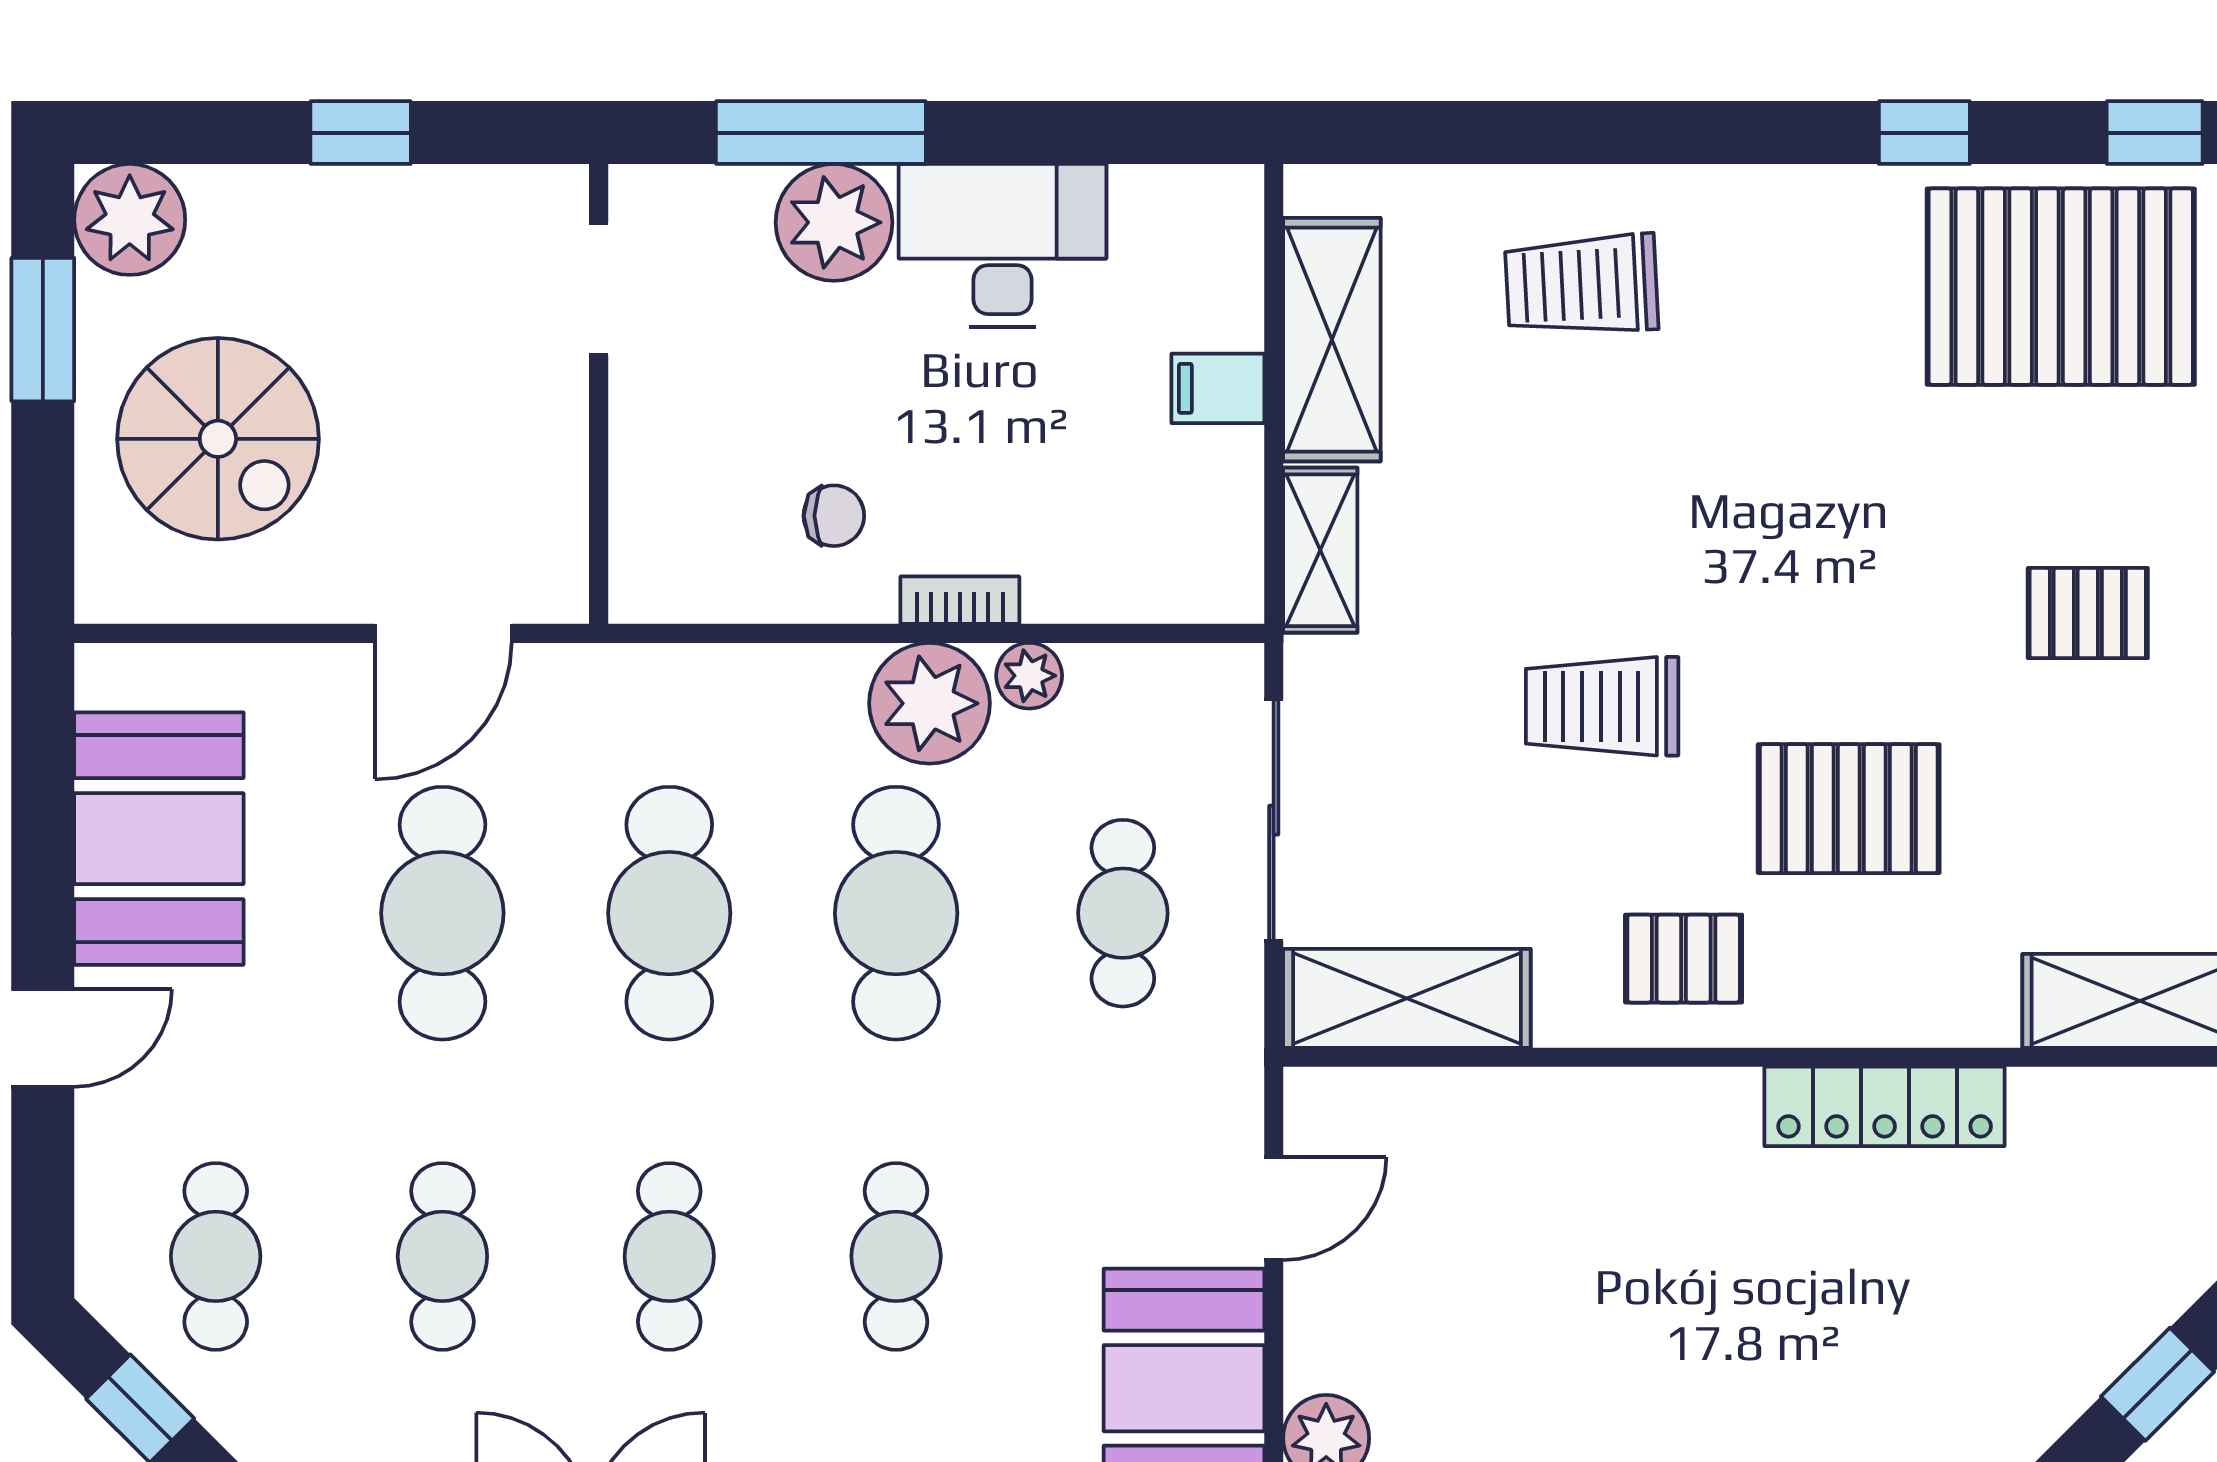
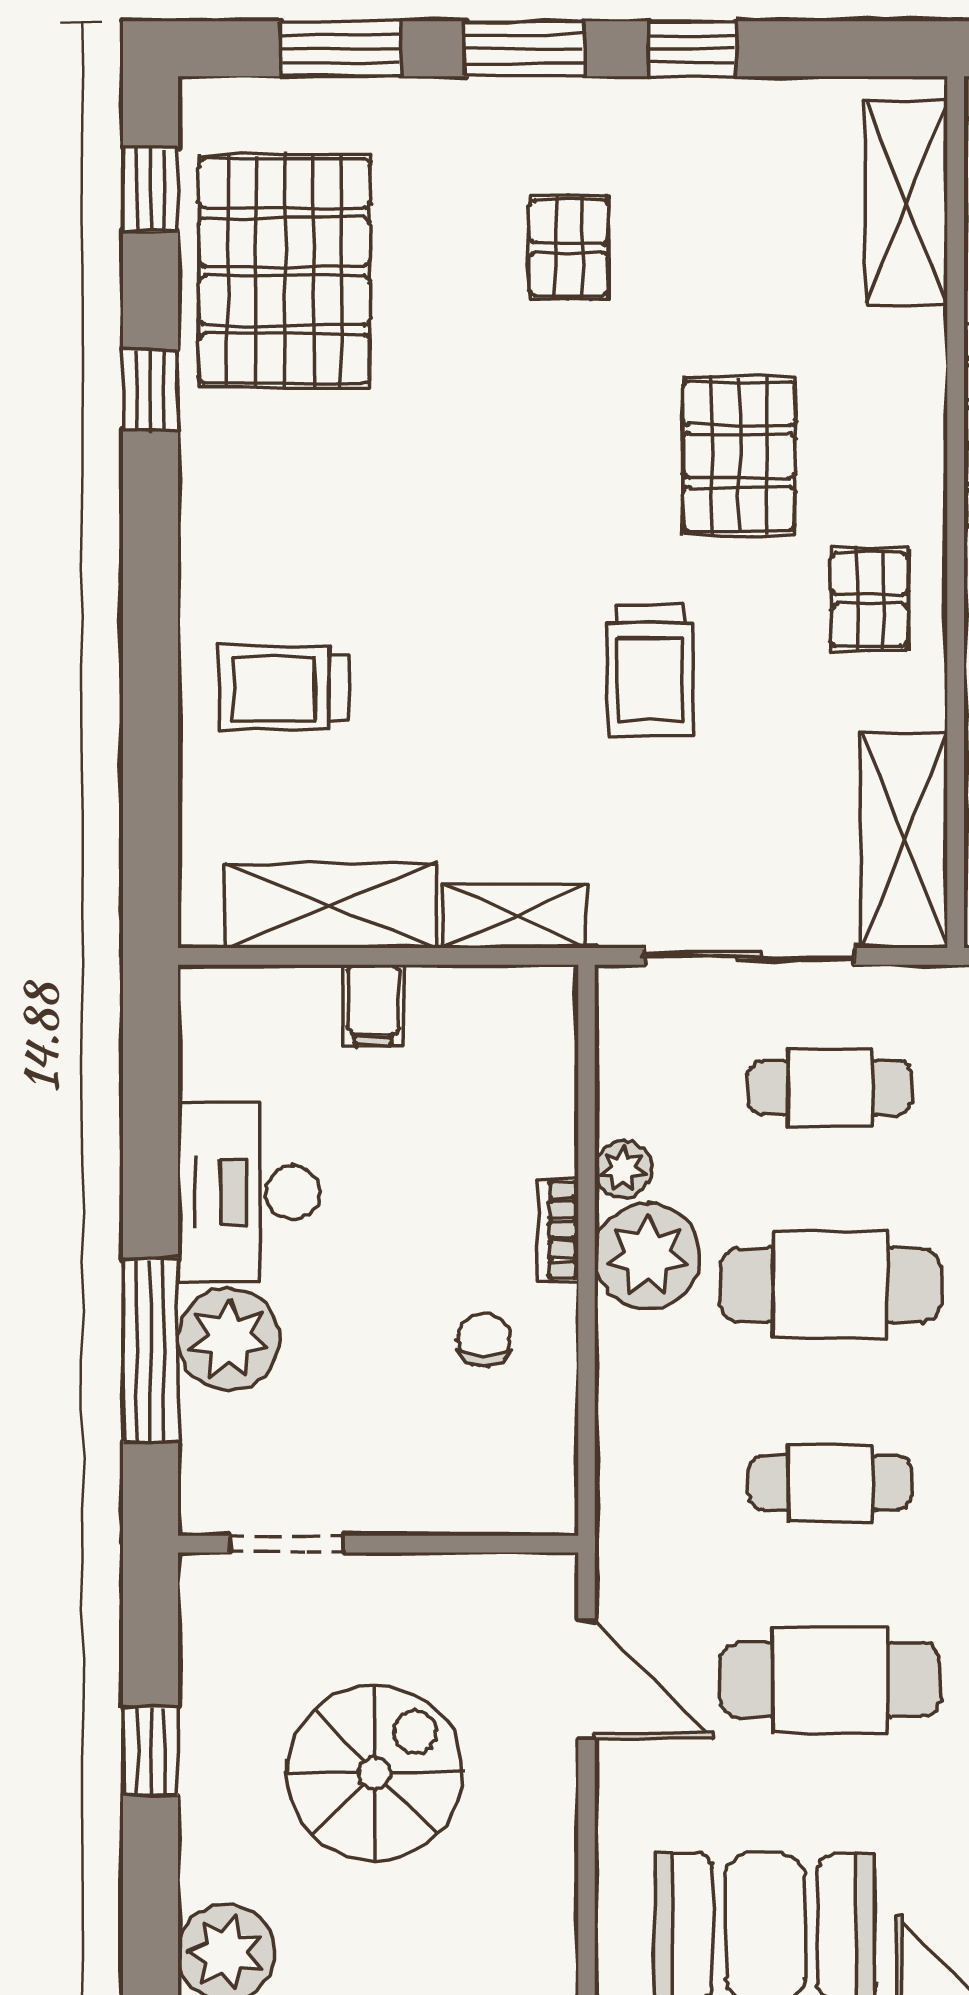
trolley: (1582, 285) -> (283, 688), turned 93
spiral stairs: (218, 439) -> (375, 1773), moved
cafe table: (669, 913) -> (830, 1483), width x0.73, depth x0.74

